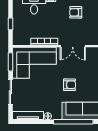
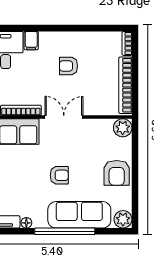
double door: (73, 46) -> (64, 117), swing flipped

